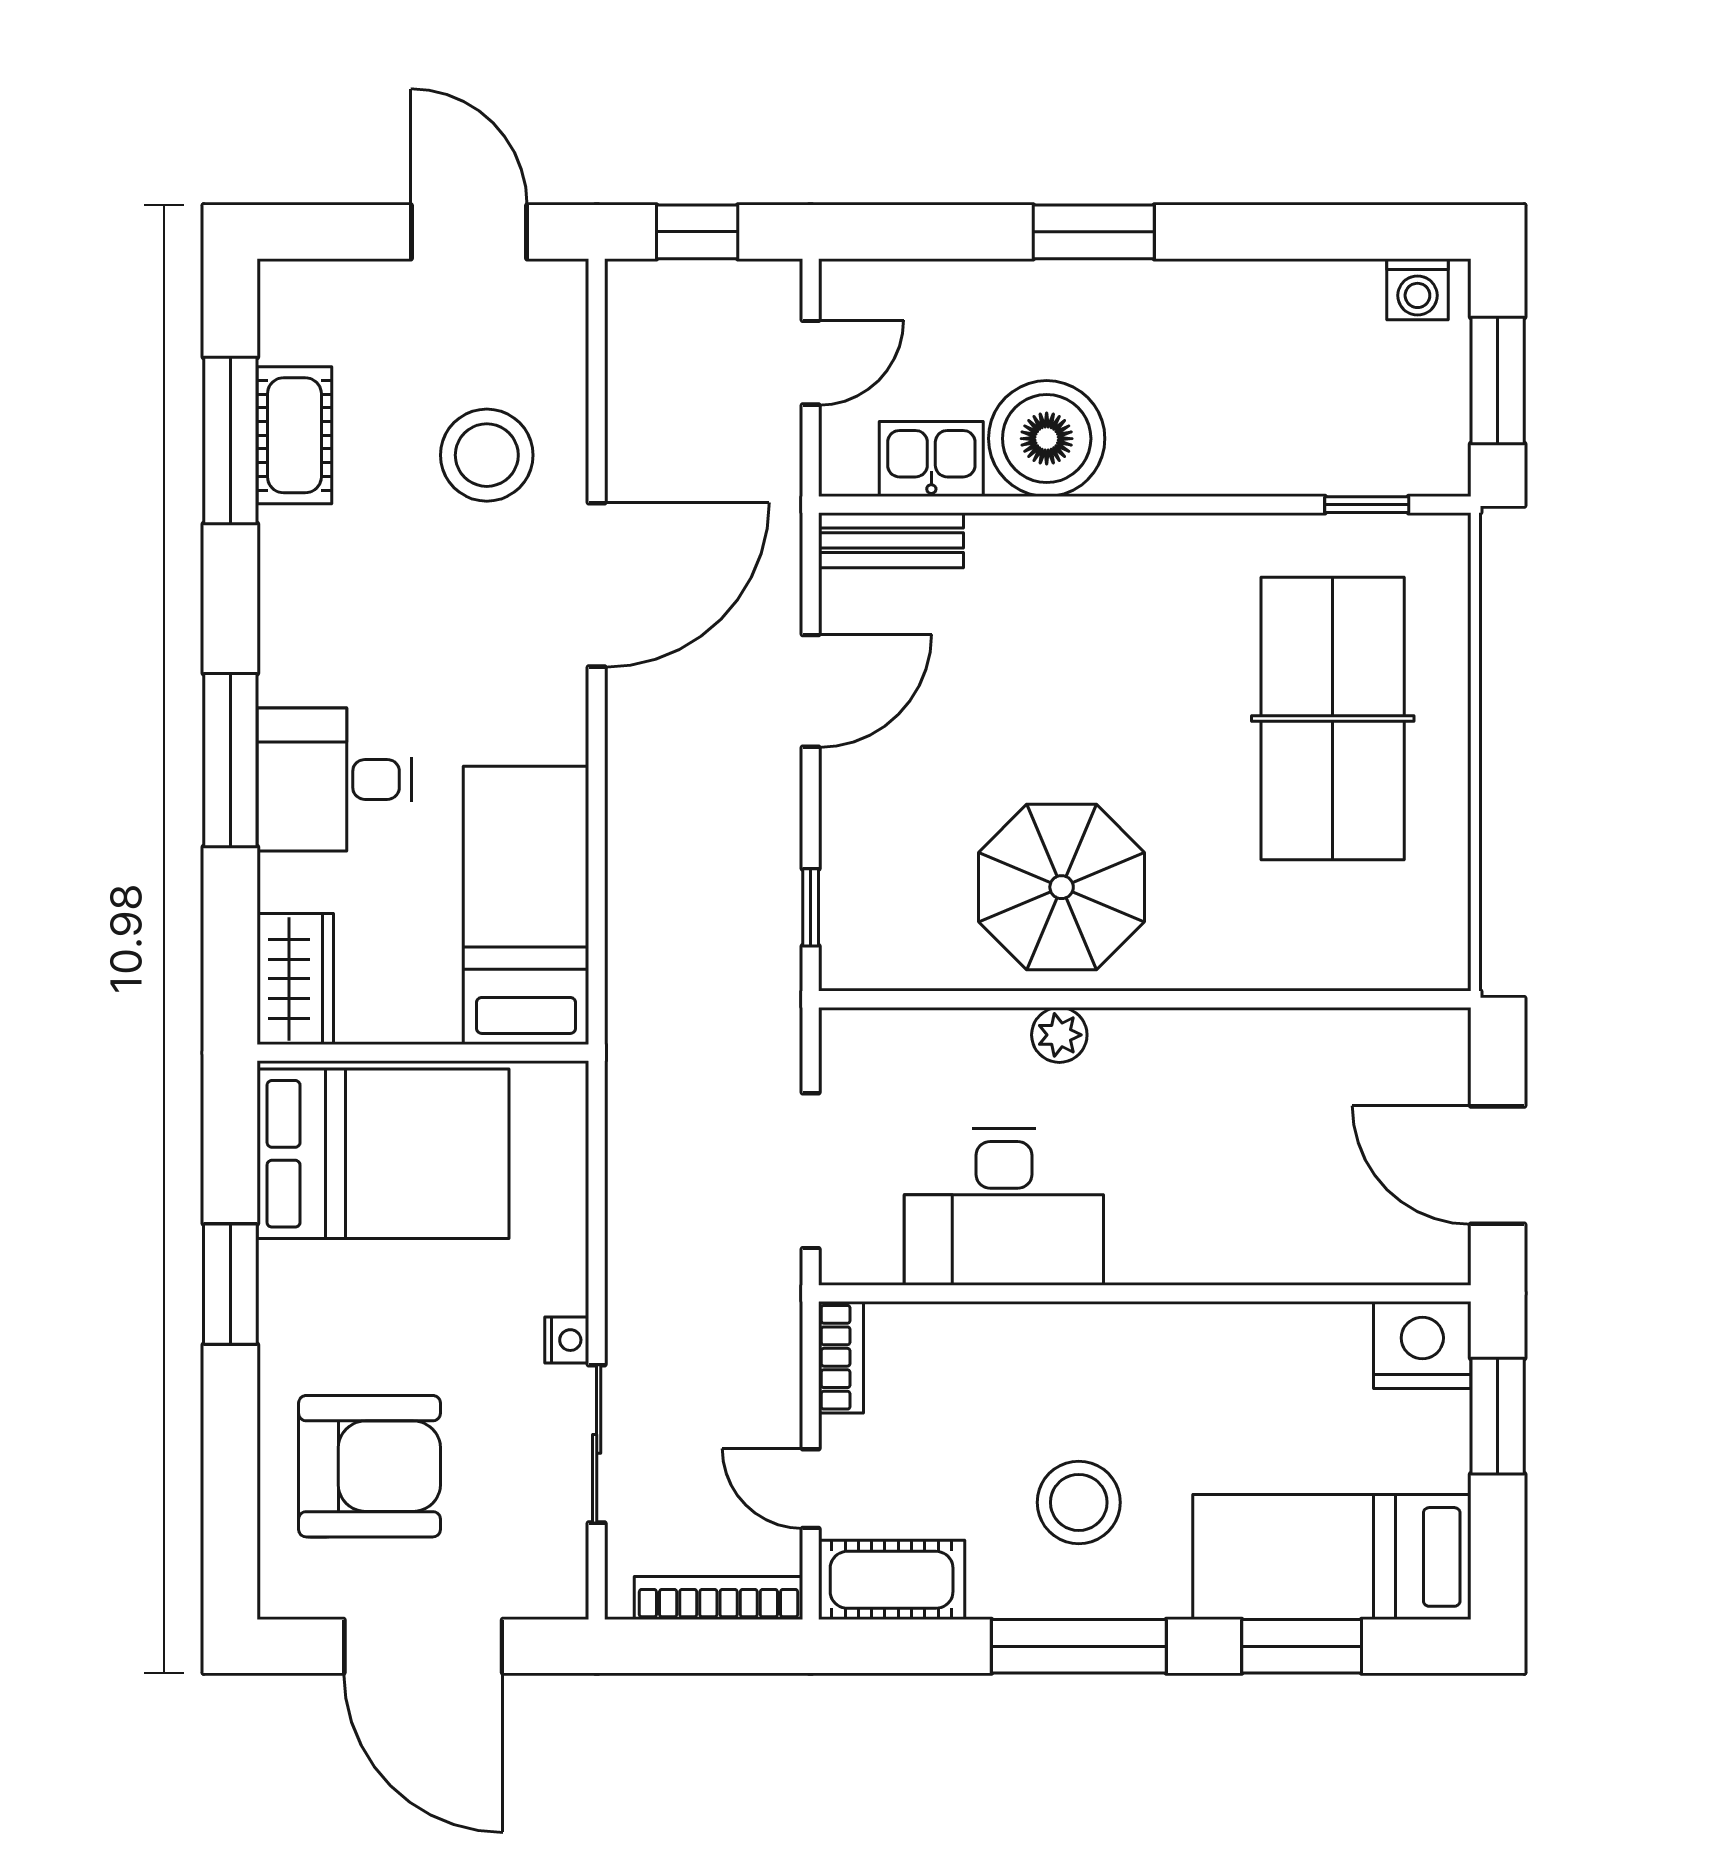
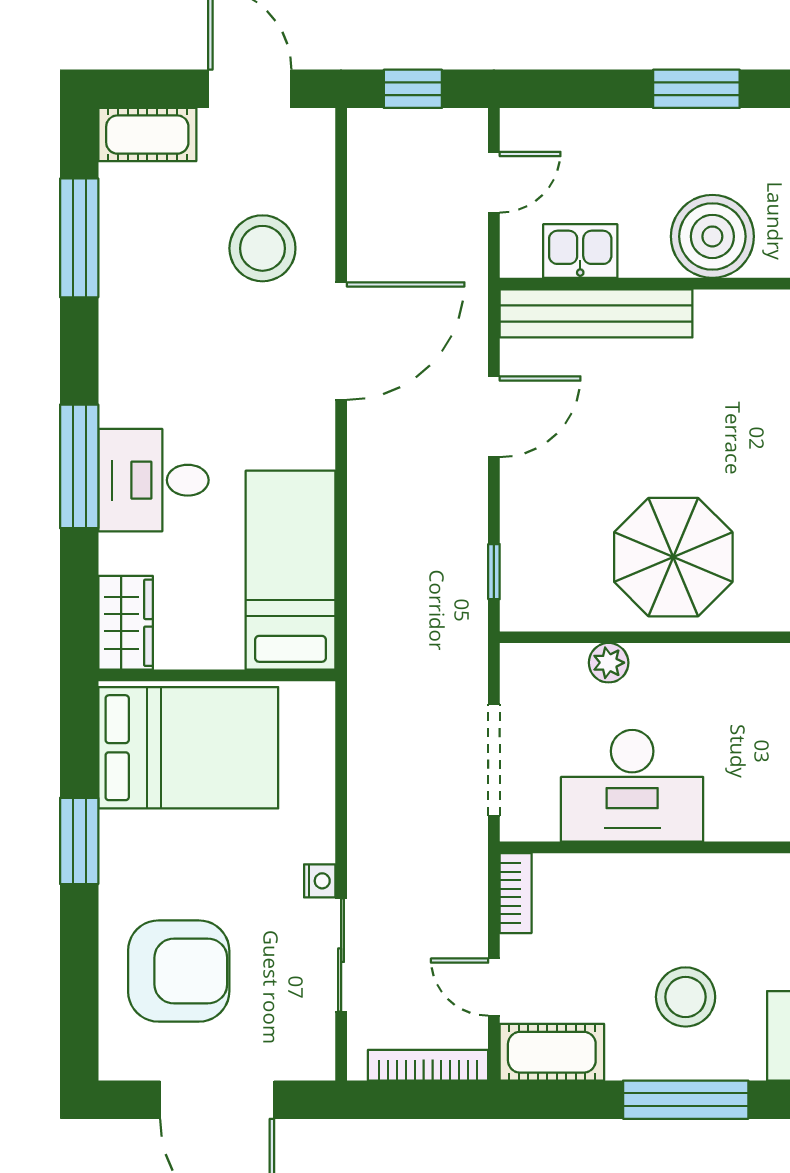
cot: (294, 435) -> (147, 135), moved, turned 90
boiler: (1047, 439) -> (712, 236), moved
bench: (891, 540) -> (596, 313), width x1.86, depth x1.21
plant: (1059, 1035) -> (609, 663), moved

